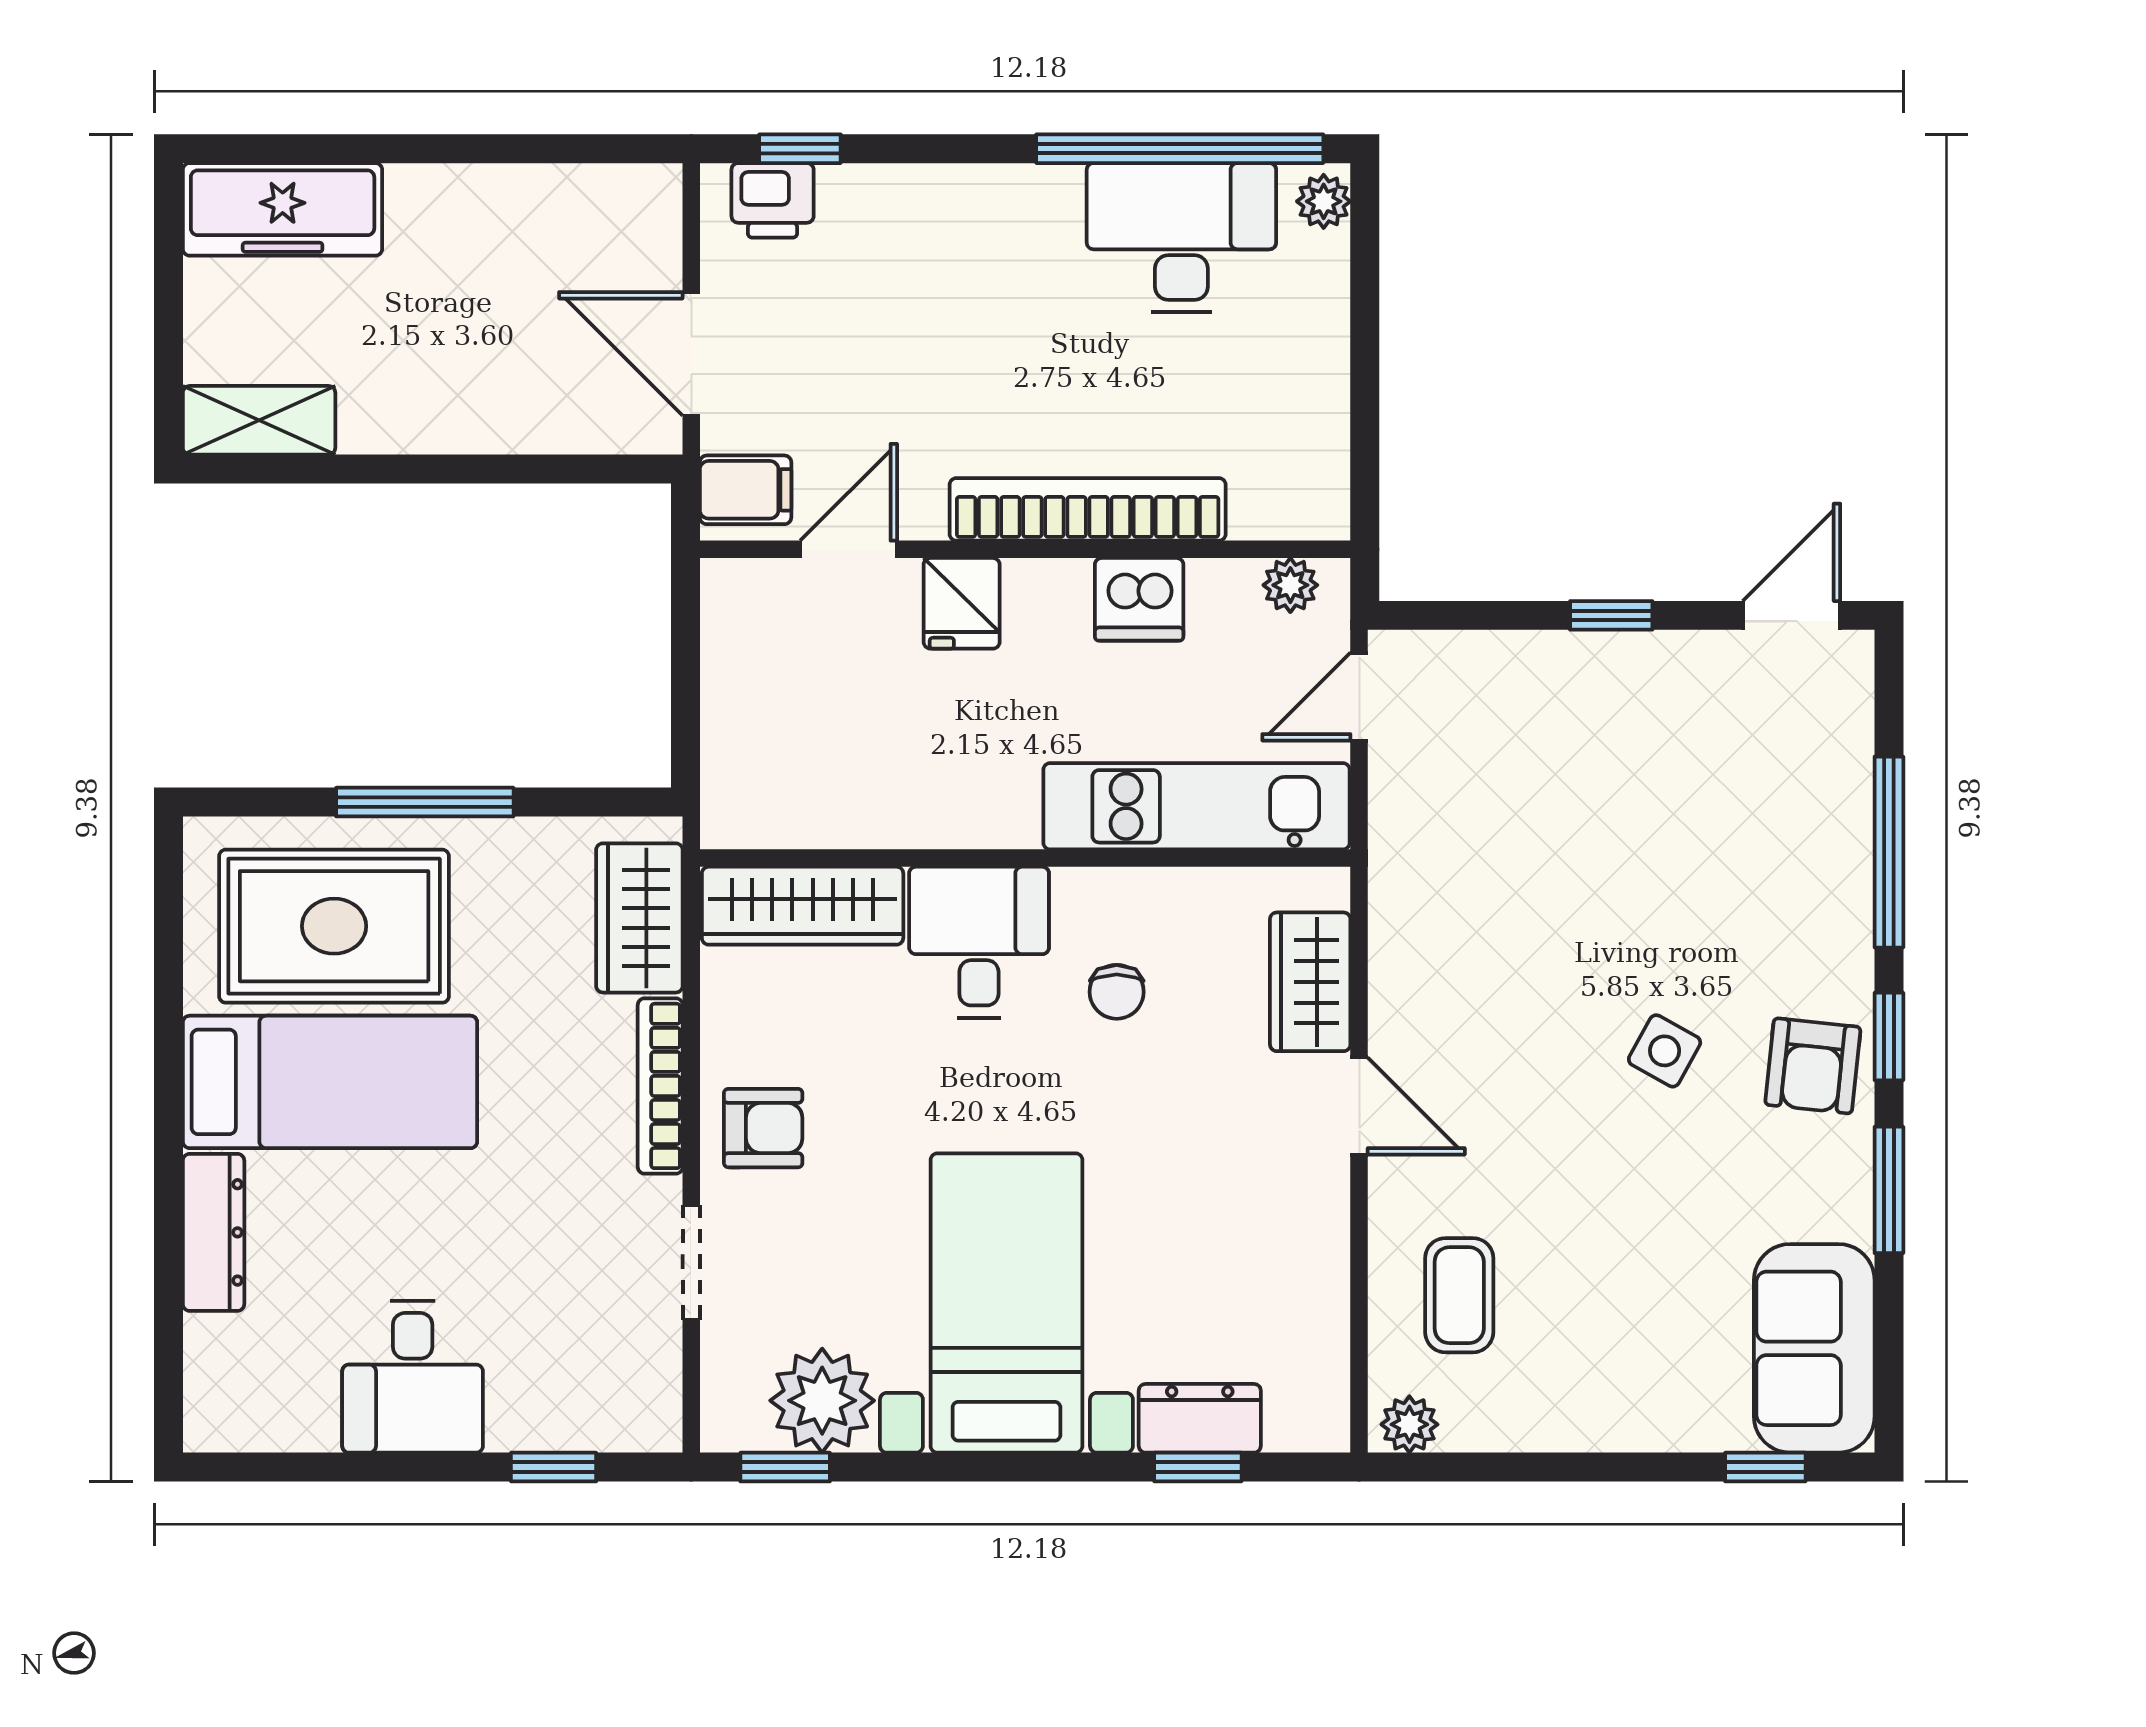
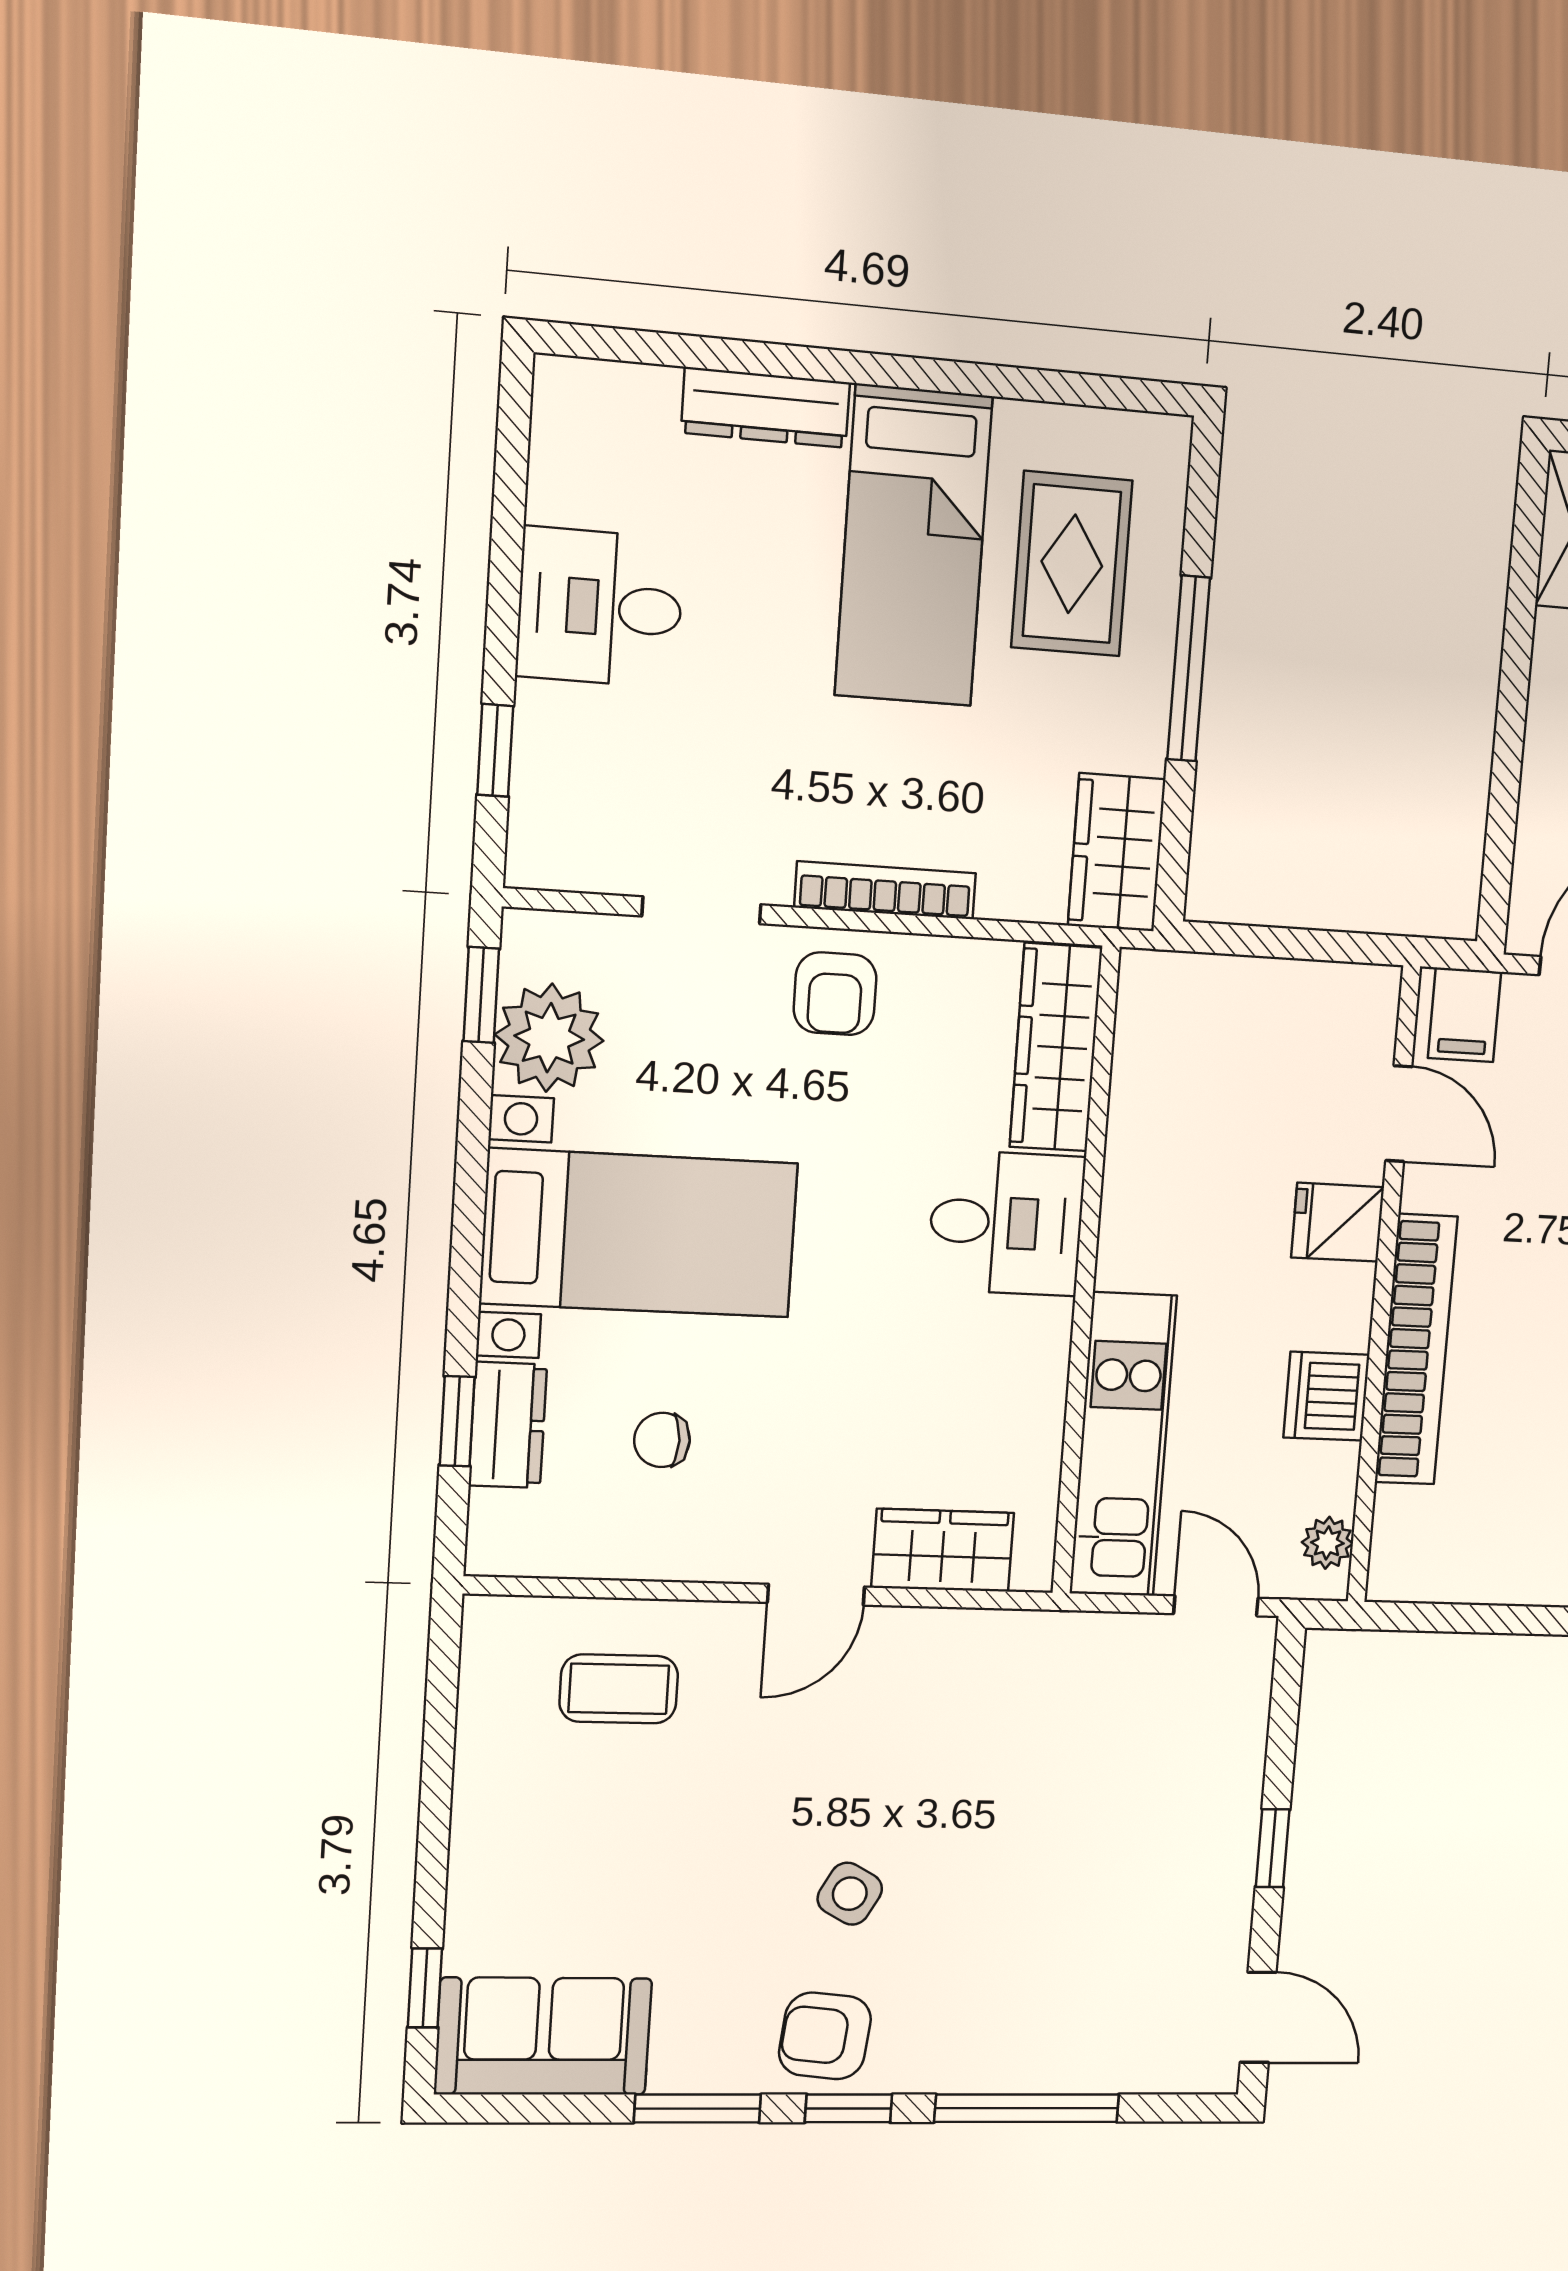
wardrobe: (639, 918) -> (1117, 852), moved, turned -90
rug: (334, 926) -> (1072, 564), width x0.73, depth x0.70
chair: (1117, 992) -> (662, 1440), moved
plant: (1409, 1424) -> (489, 1636), removed

